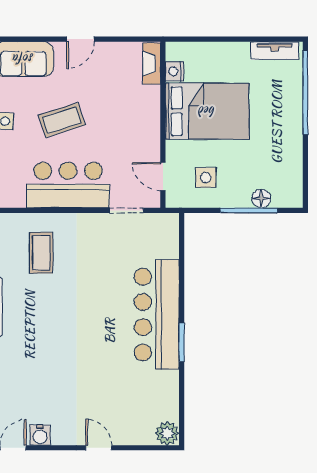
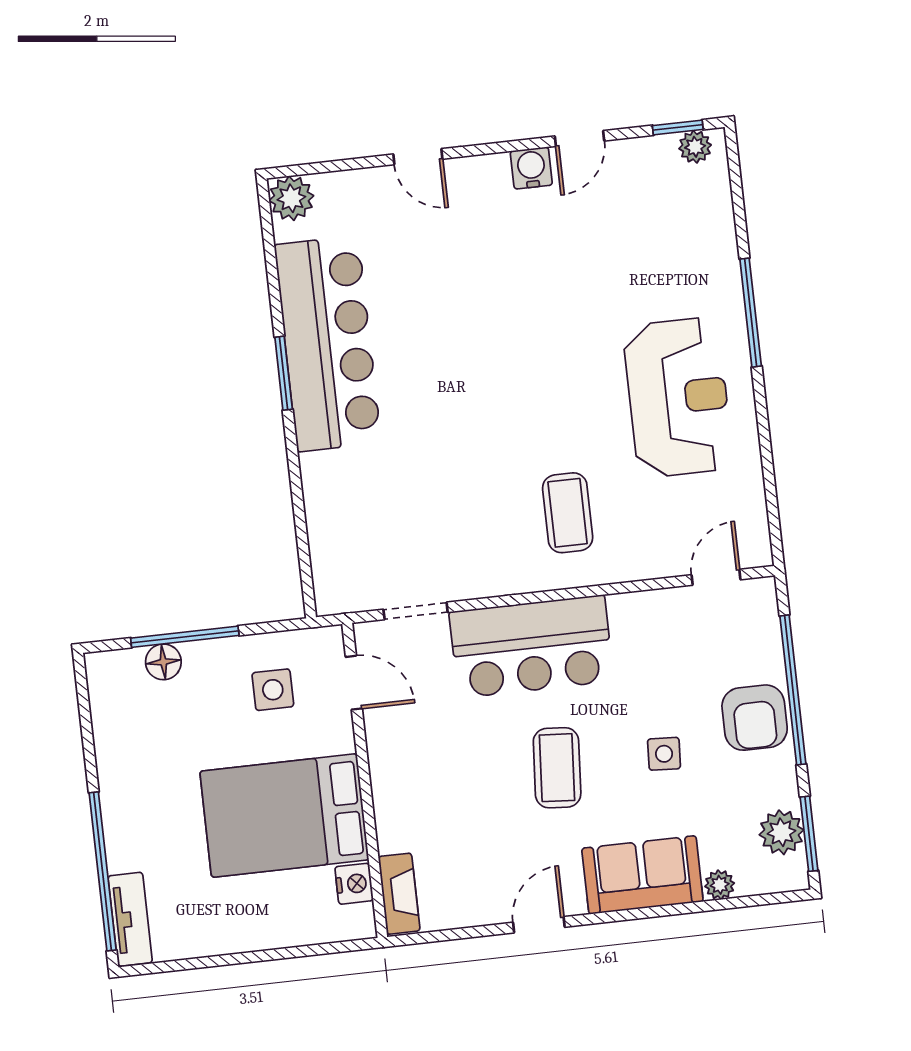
tv unit: (275, 51) -> (130, 919), moved, turned 90
coffee table: (62, 120) -> (557, 768), turned -68
bar counter: (157, 315) -> (328, 344), moved

